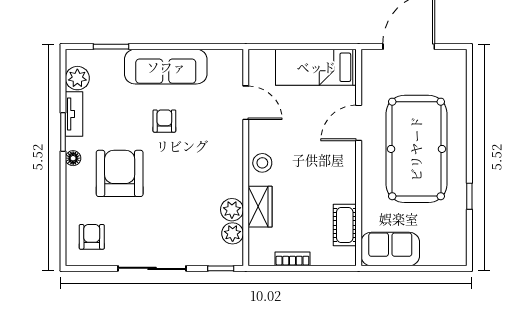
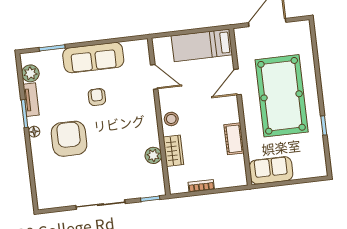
cot: (345, 225) -> (234, 139), moved
plant: (233, 233) -> (156, 172), removed
armchair: (92, 237) -> (54, 187), removed

